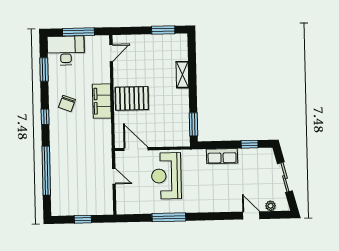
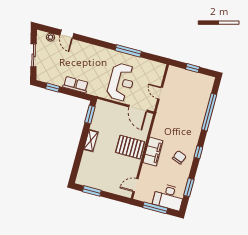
shelving: (182, 75) -> (91, 141), moved

